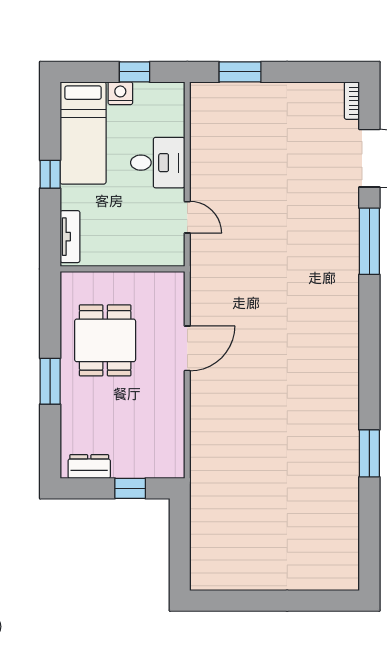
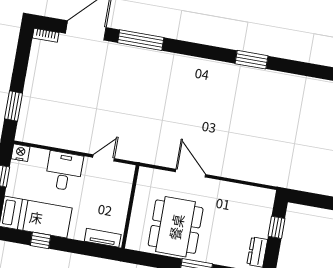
nightstand: (120, 93) -> (20, 153), moved, turned 90
window: (50, 174) -> (40, 240), moved
dining table: (105, 340) -> (176, 227), width x1.38
window: (369, 453) -> (251, 60), moved

